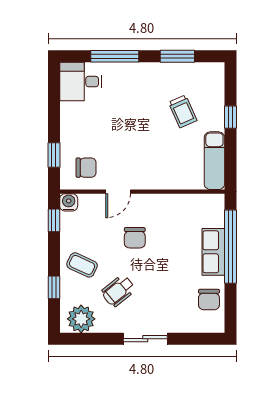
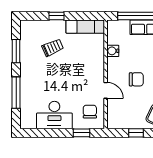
desk: (81, 82) -> (54, 115), moved, width x1.37
water cooler: (69, 202) -> (113, 51), moved
window: (54, 220) -> (136, 133), moved

